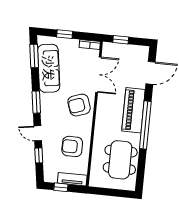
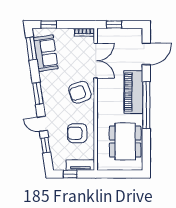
window: (65, 34) -> (49, 25), moved
sofa: (49, 68) -> (46, 53), width x0.73

